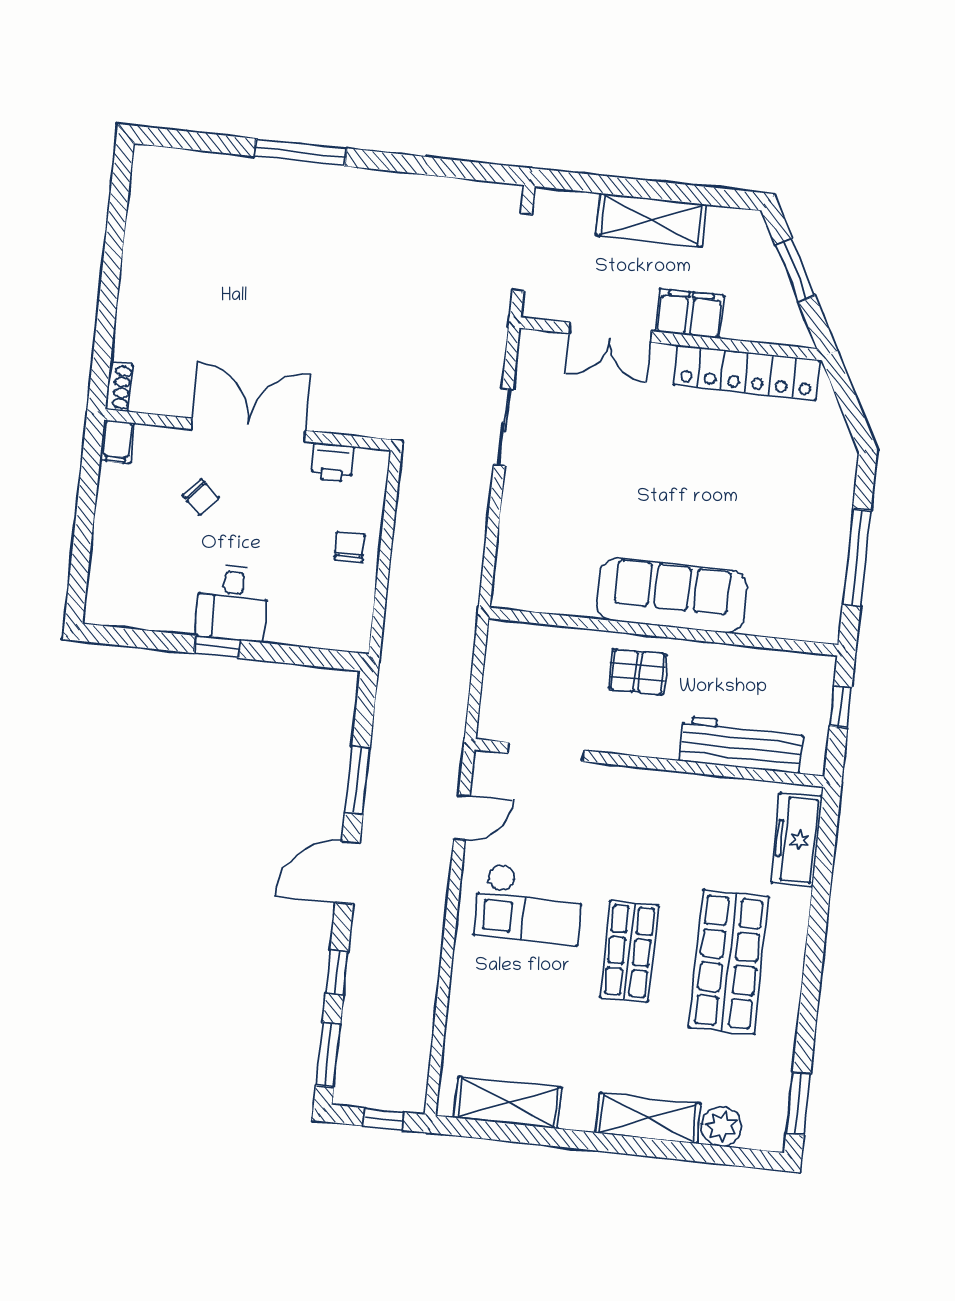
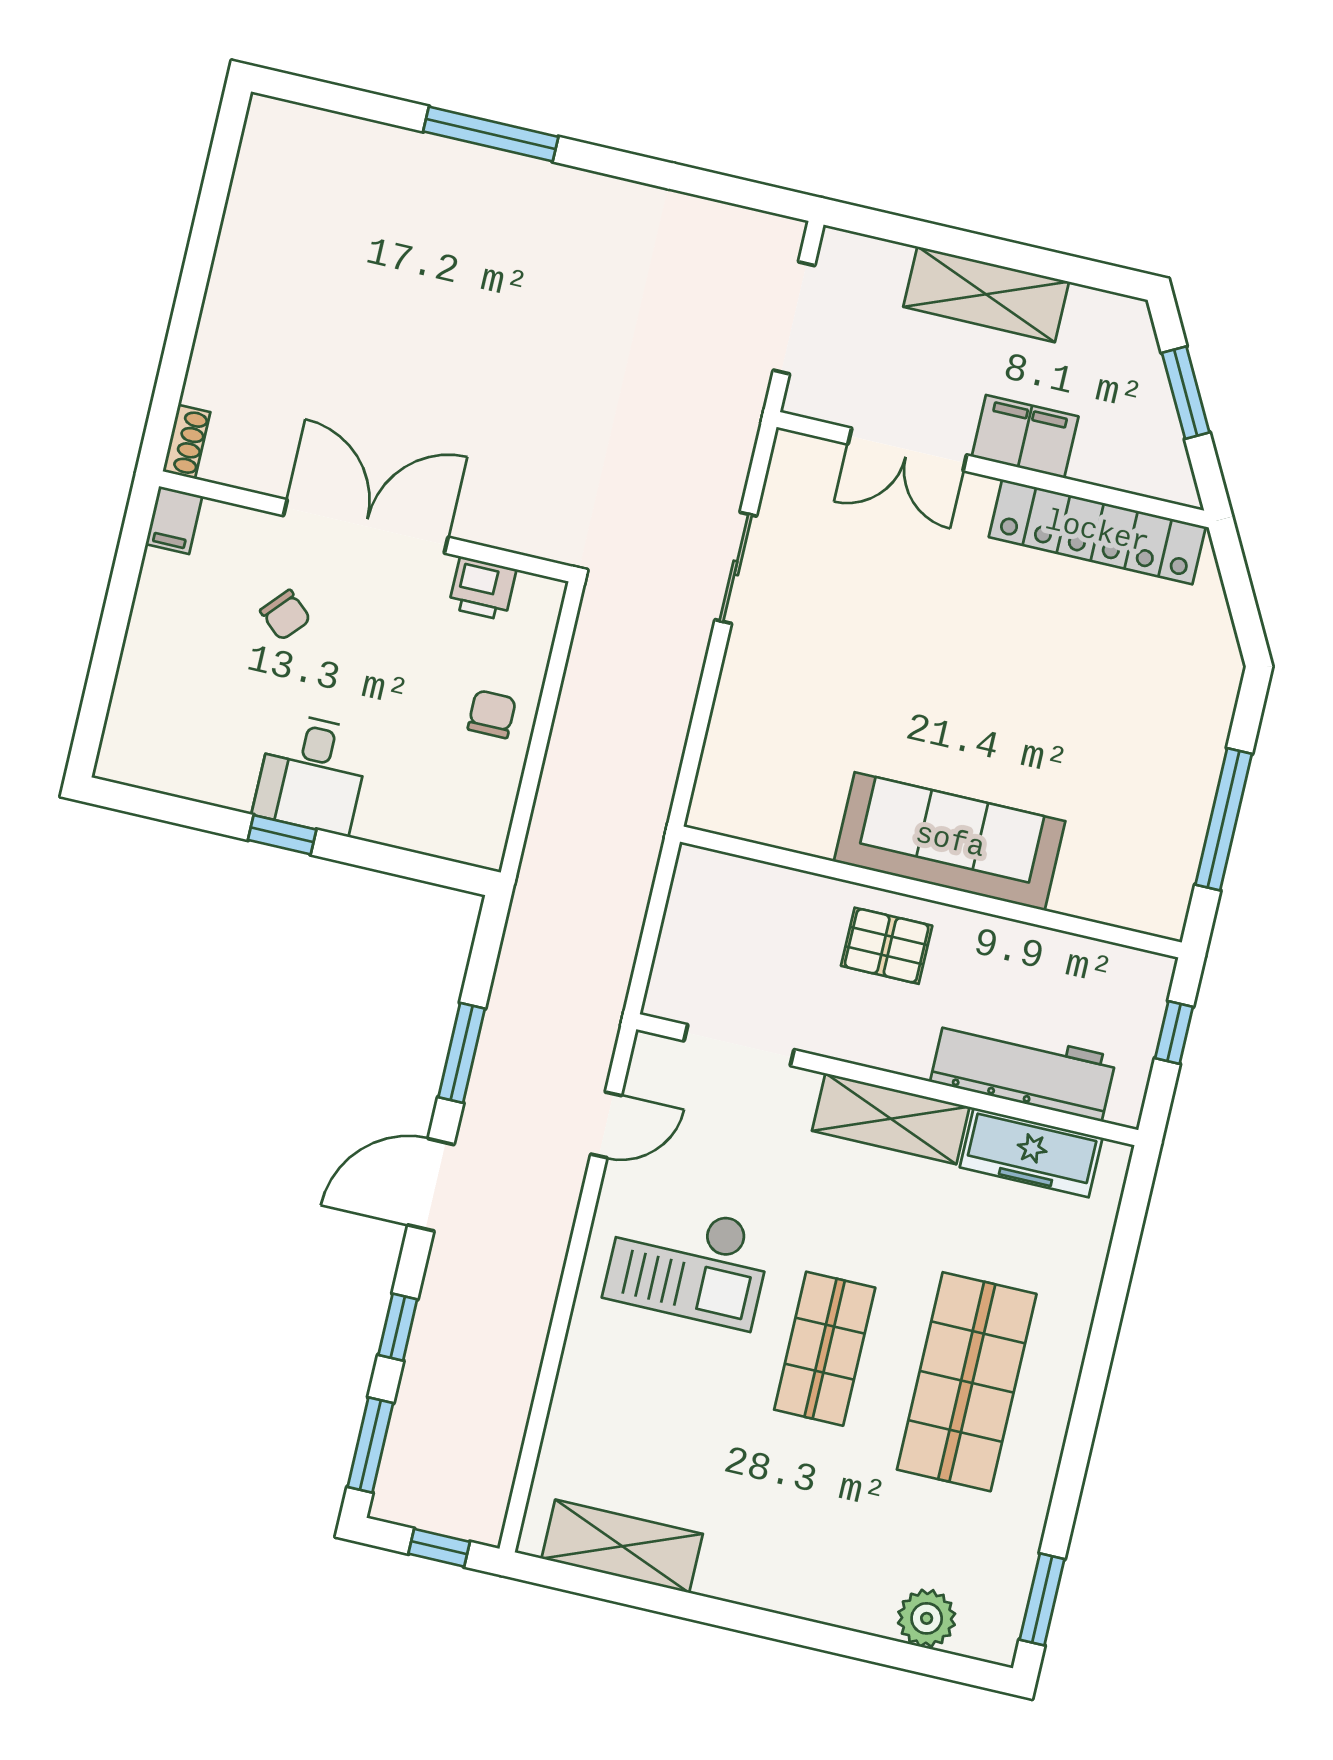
freezer: (797, 840) -> (1031, 1152), moved, turned -90
shelving: (648, 1118) -> (891, 1119), moved

